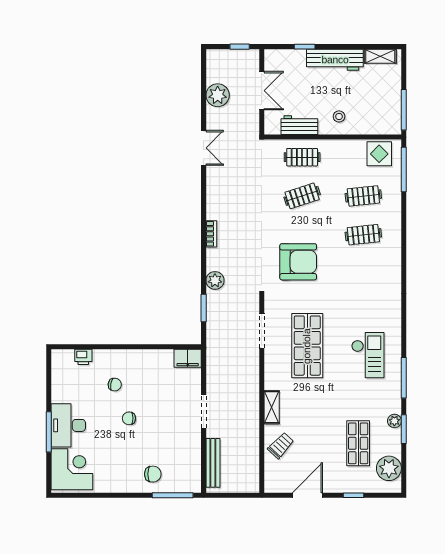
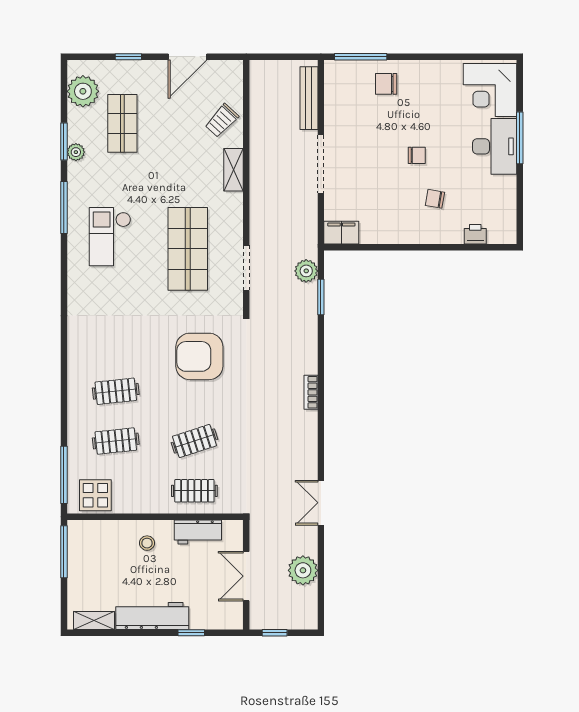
plant: (215, 280) -> (306, 271), moved
doorway: (204, 412) -> (321, 164), width x1.36

